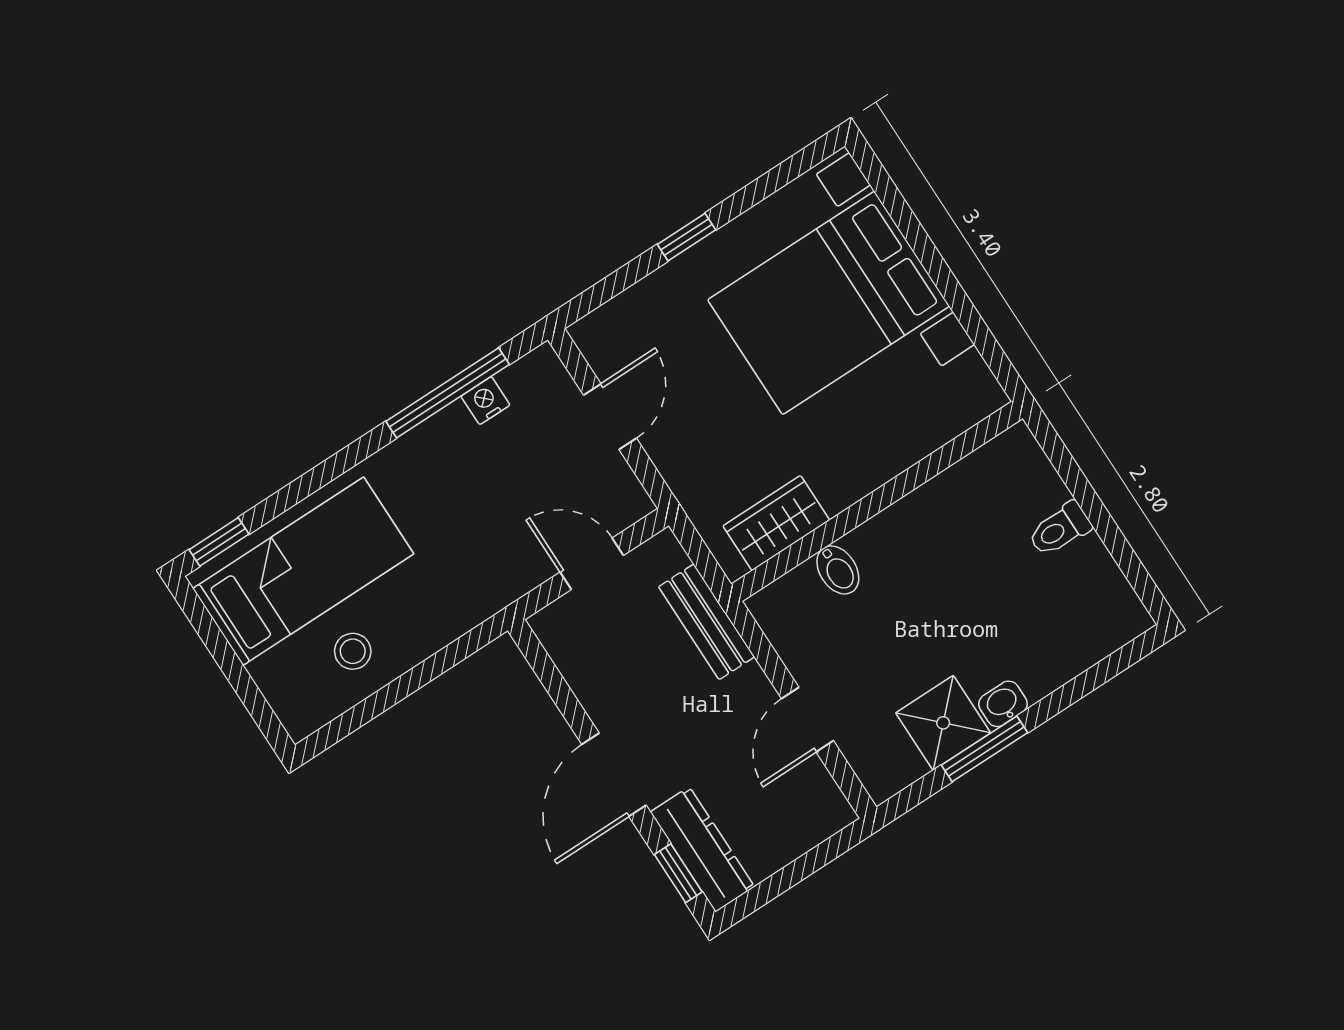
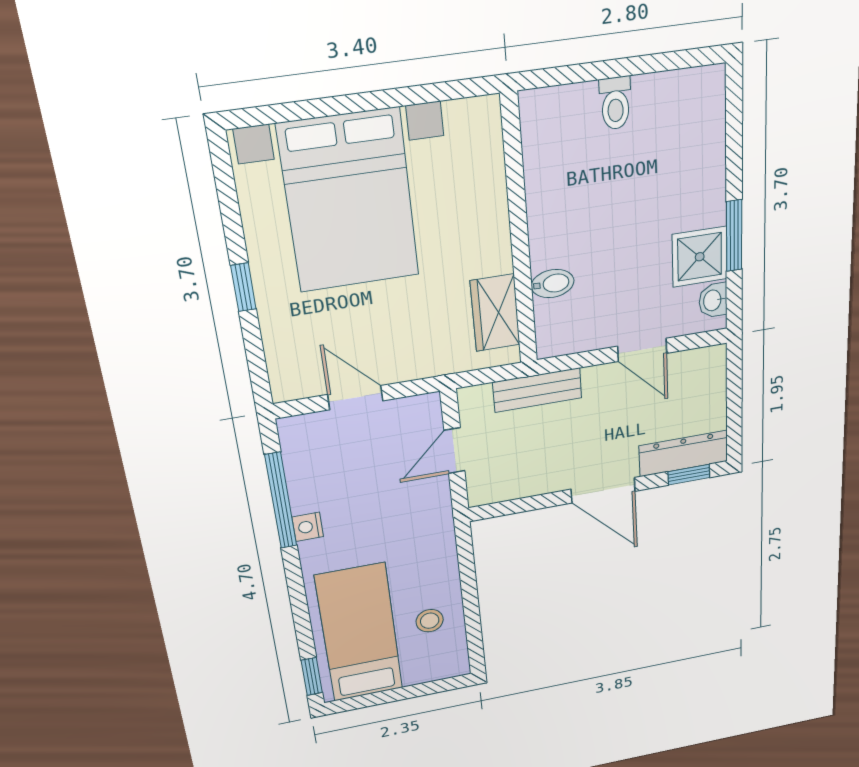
nightstand: (485, 401) -> (308, 527), moved
washbasin: (1003, 704) -> (713, 300), moved

